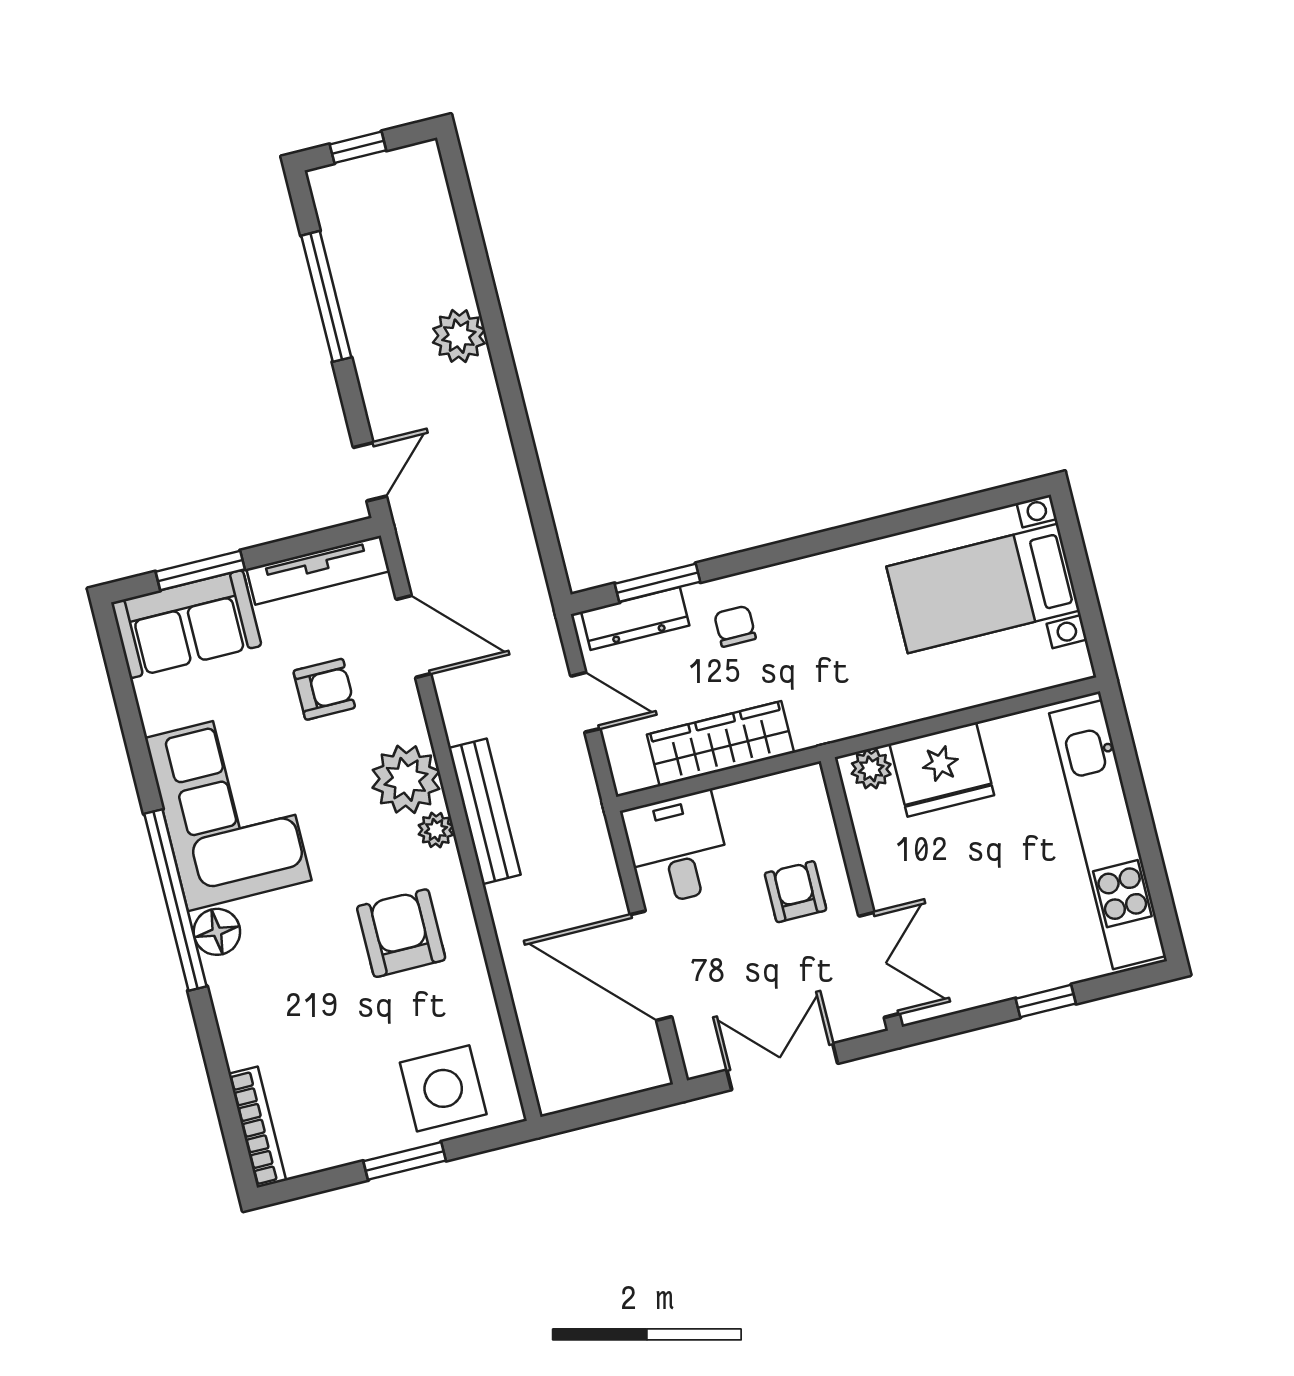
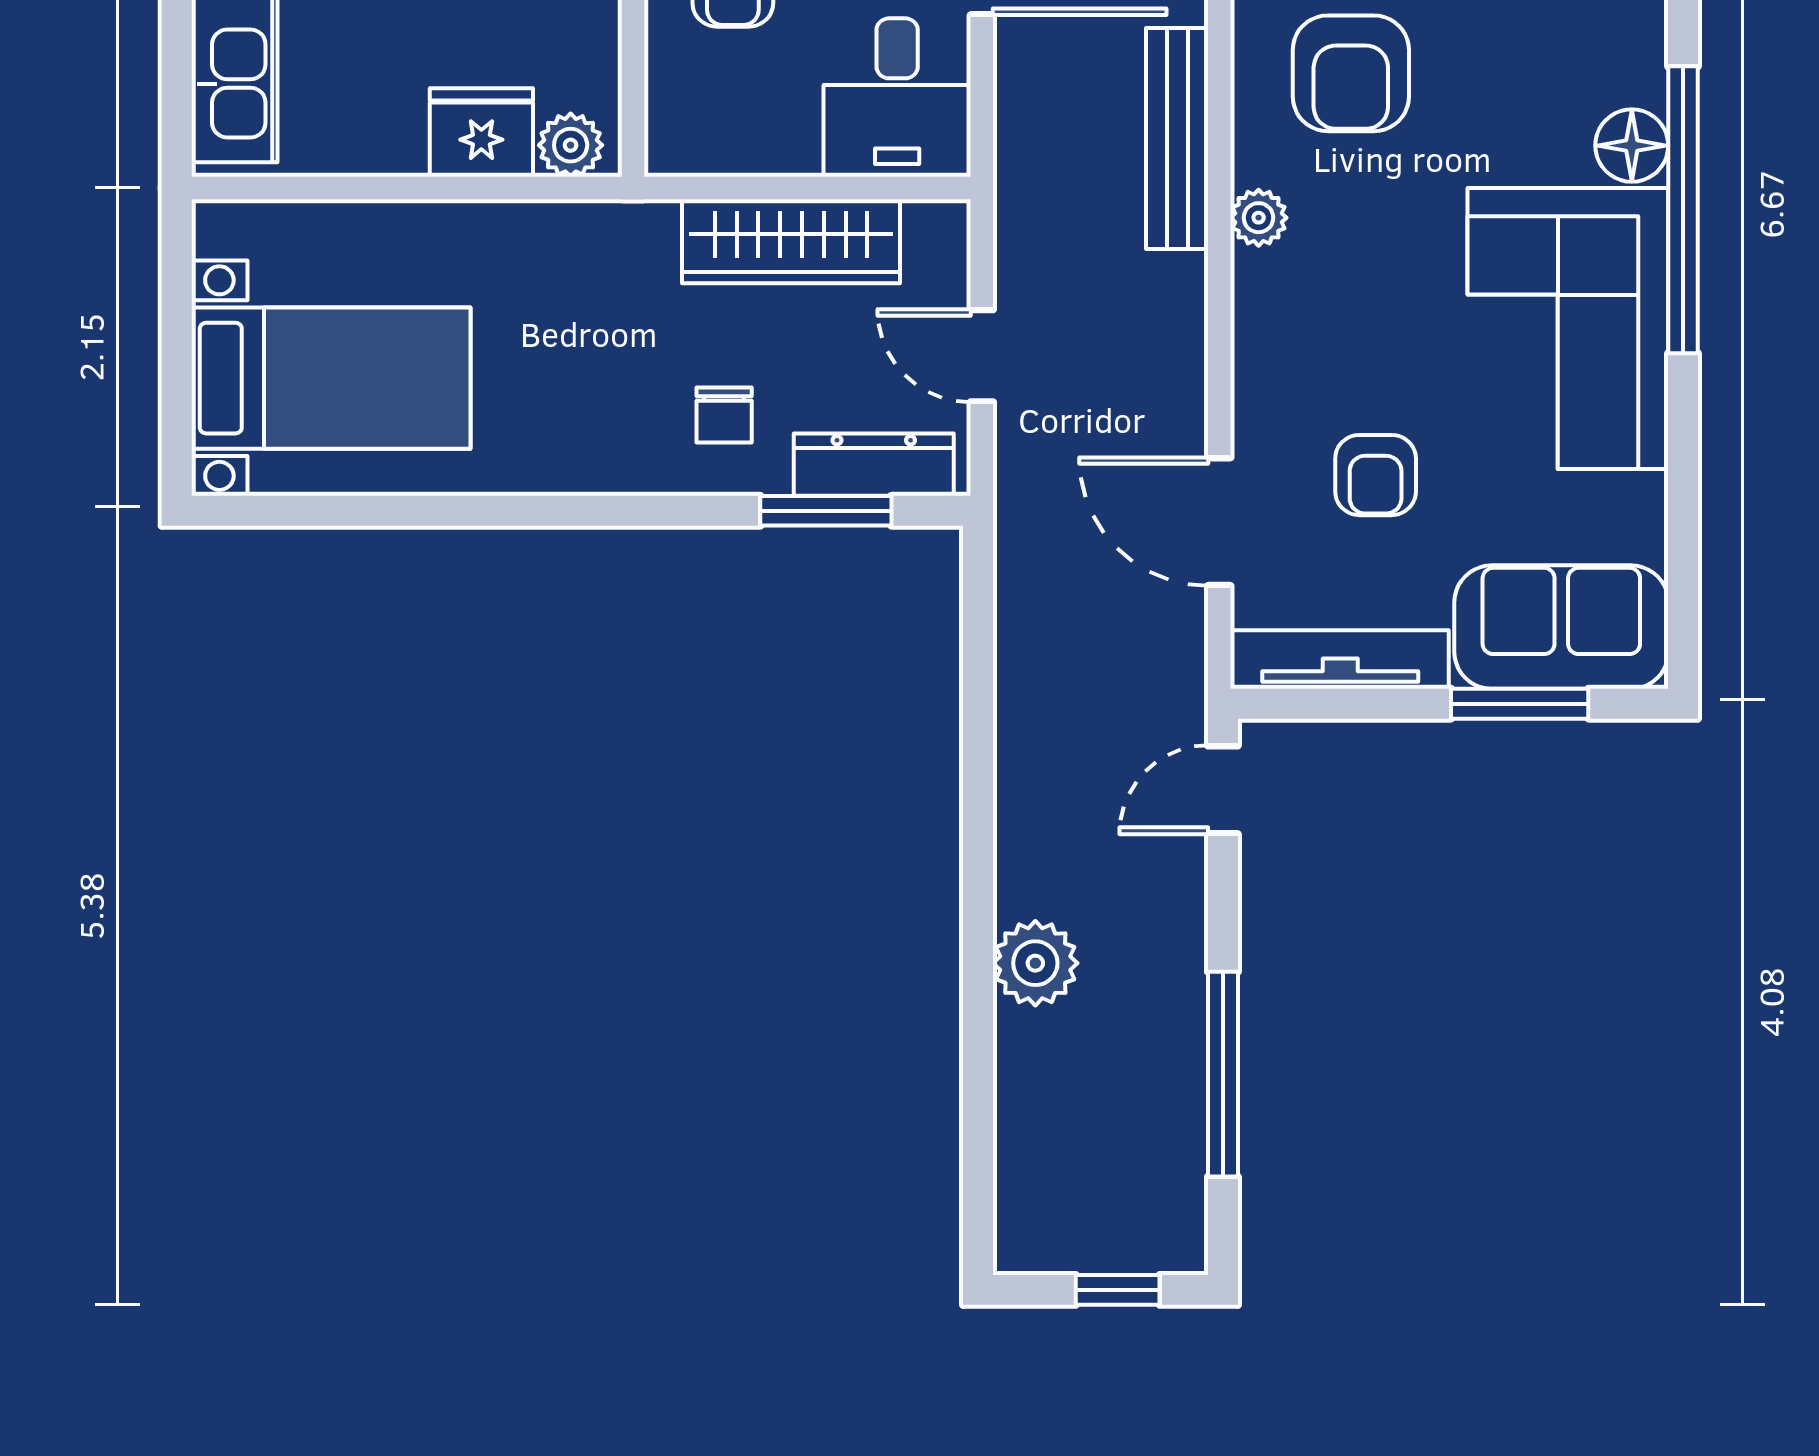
armchair: (324, 689) -> (1376, 475), turned -90
fridge: (942, 769) -> (481, 132), width x0.73, depth x0.75
plant: (406, 779) -> (1285, 306), removed
bench: (485, 811) -> (1177, 139), moved

